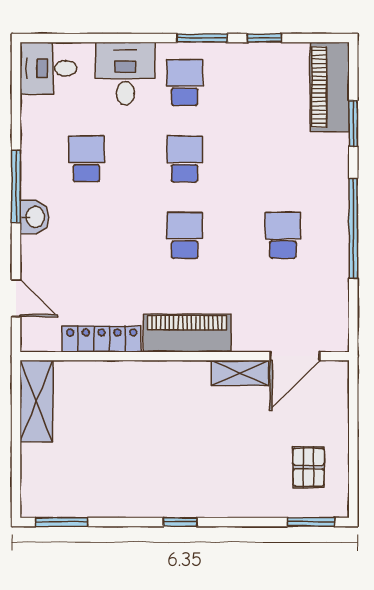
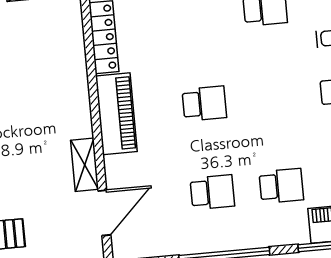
school desk: (185, 159) -> (281, 186), moved
door: (295, 356) -> (104, 213), swing flipped

